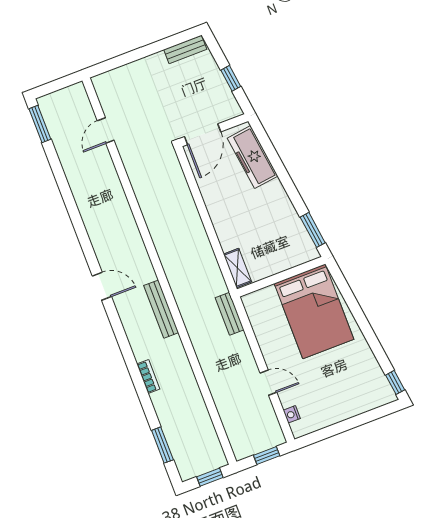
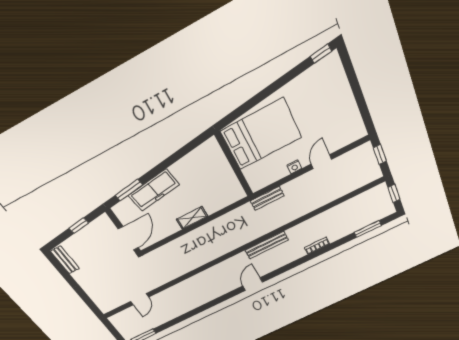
door: (106, 130) -> (140, 299), hinge flipped
door: (203, 134) -> (128, 238), hinge flipped
freezer: (253, 157) -> (154, 190), moved
window: (313, 230) -> (129, 190), moved
shelving: (237, 268) -> (192, 218), moved
nightstand: (292, 414) -> (294, 167), moved

